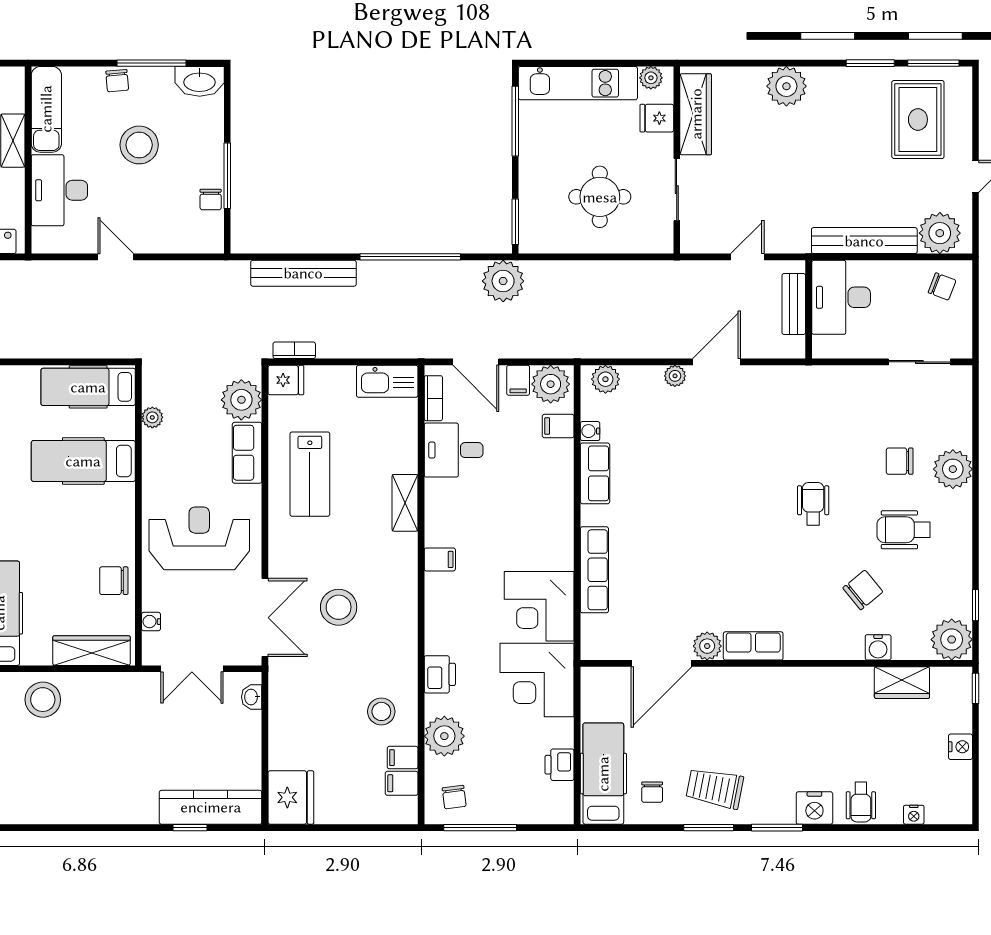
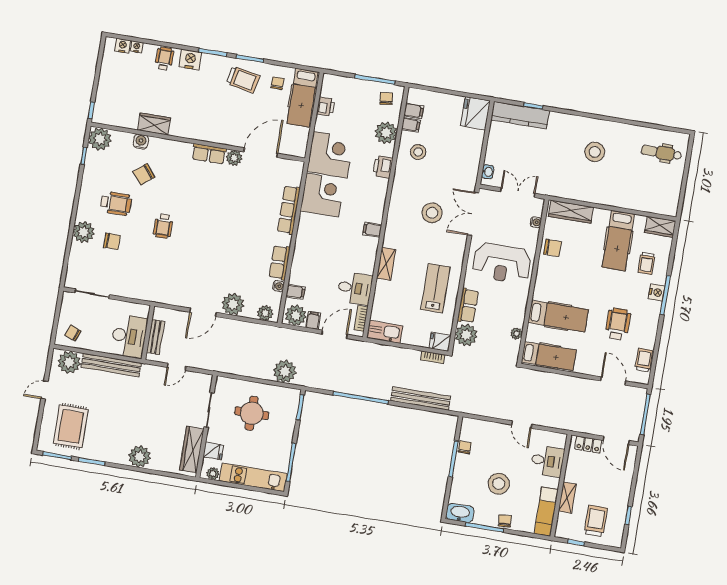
desk: (59, 190) -> (547, 461), width x0.73
plant: (503, 281) -> (285, 371), moved
door: (476, 362) -> (335, 334), hinge flipped
plant: (675, 376) -> (233, 304), width x1.87, depth x1.87
wardrobe: (902, 683) -> (154, 124), moved
stool: (43, 700) -> (595, 152), moved
nightstand: (960, 747) -> (123, 46), moved, turned 90

